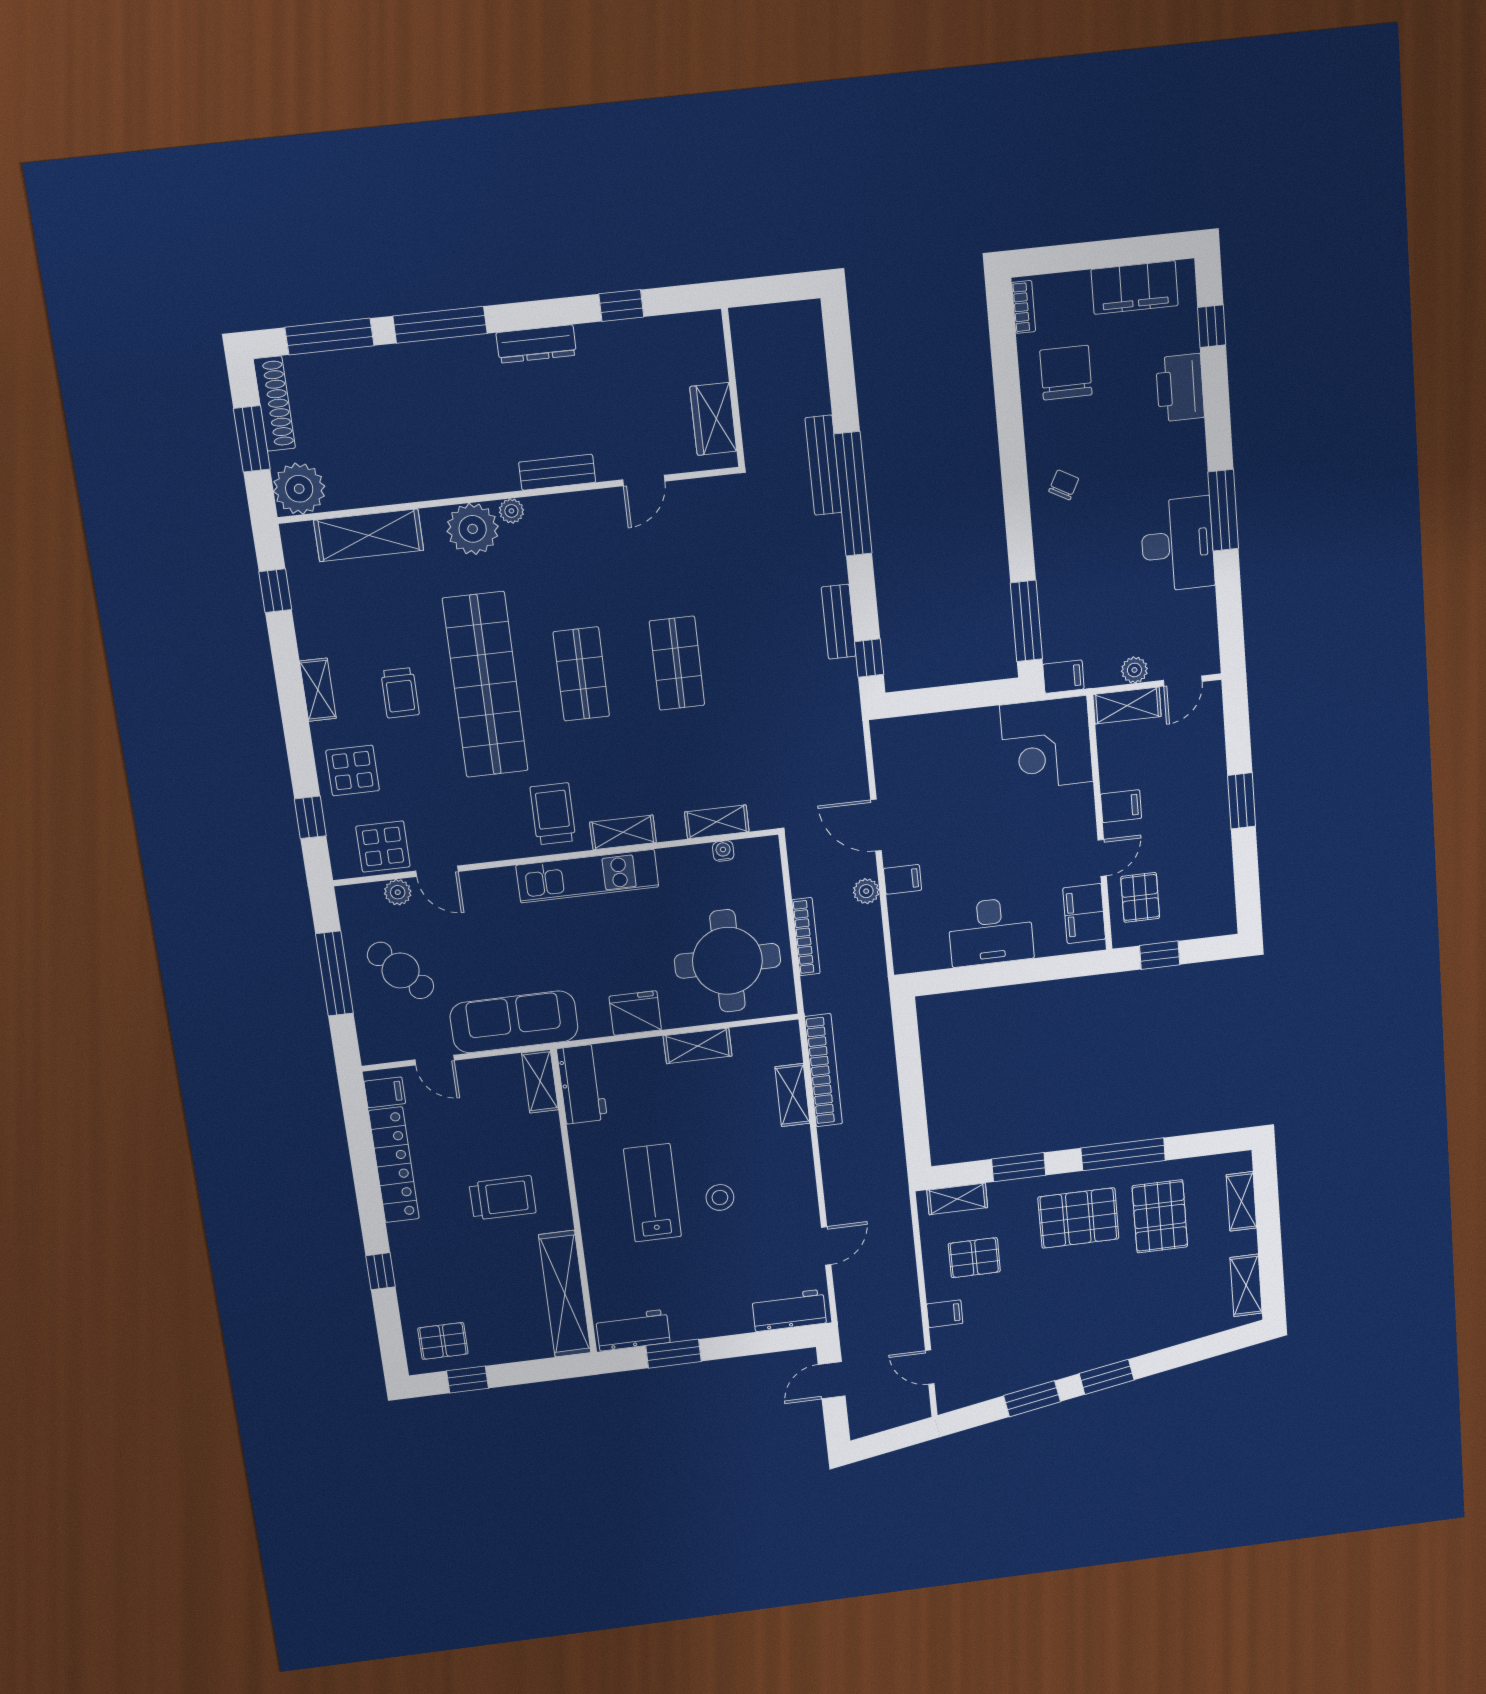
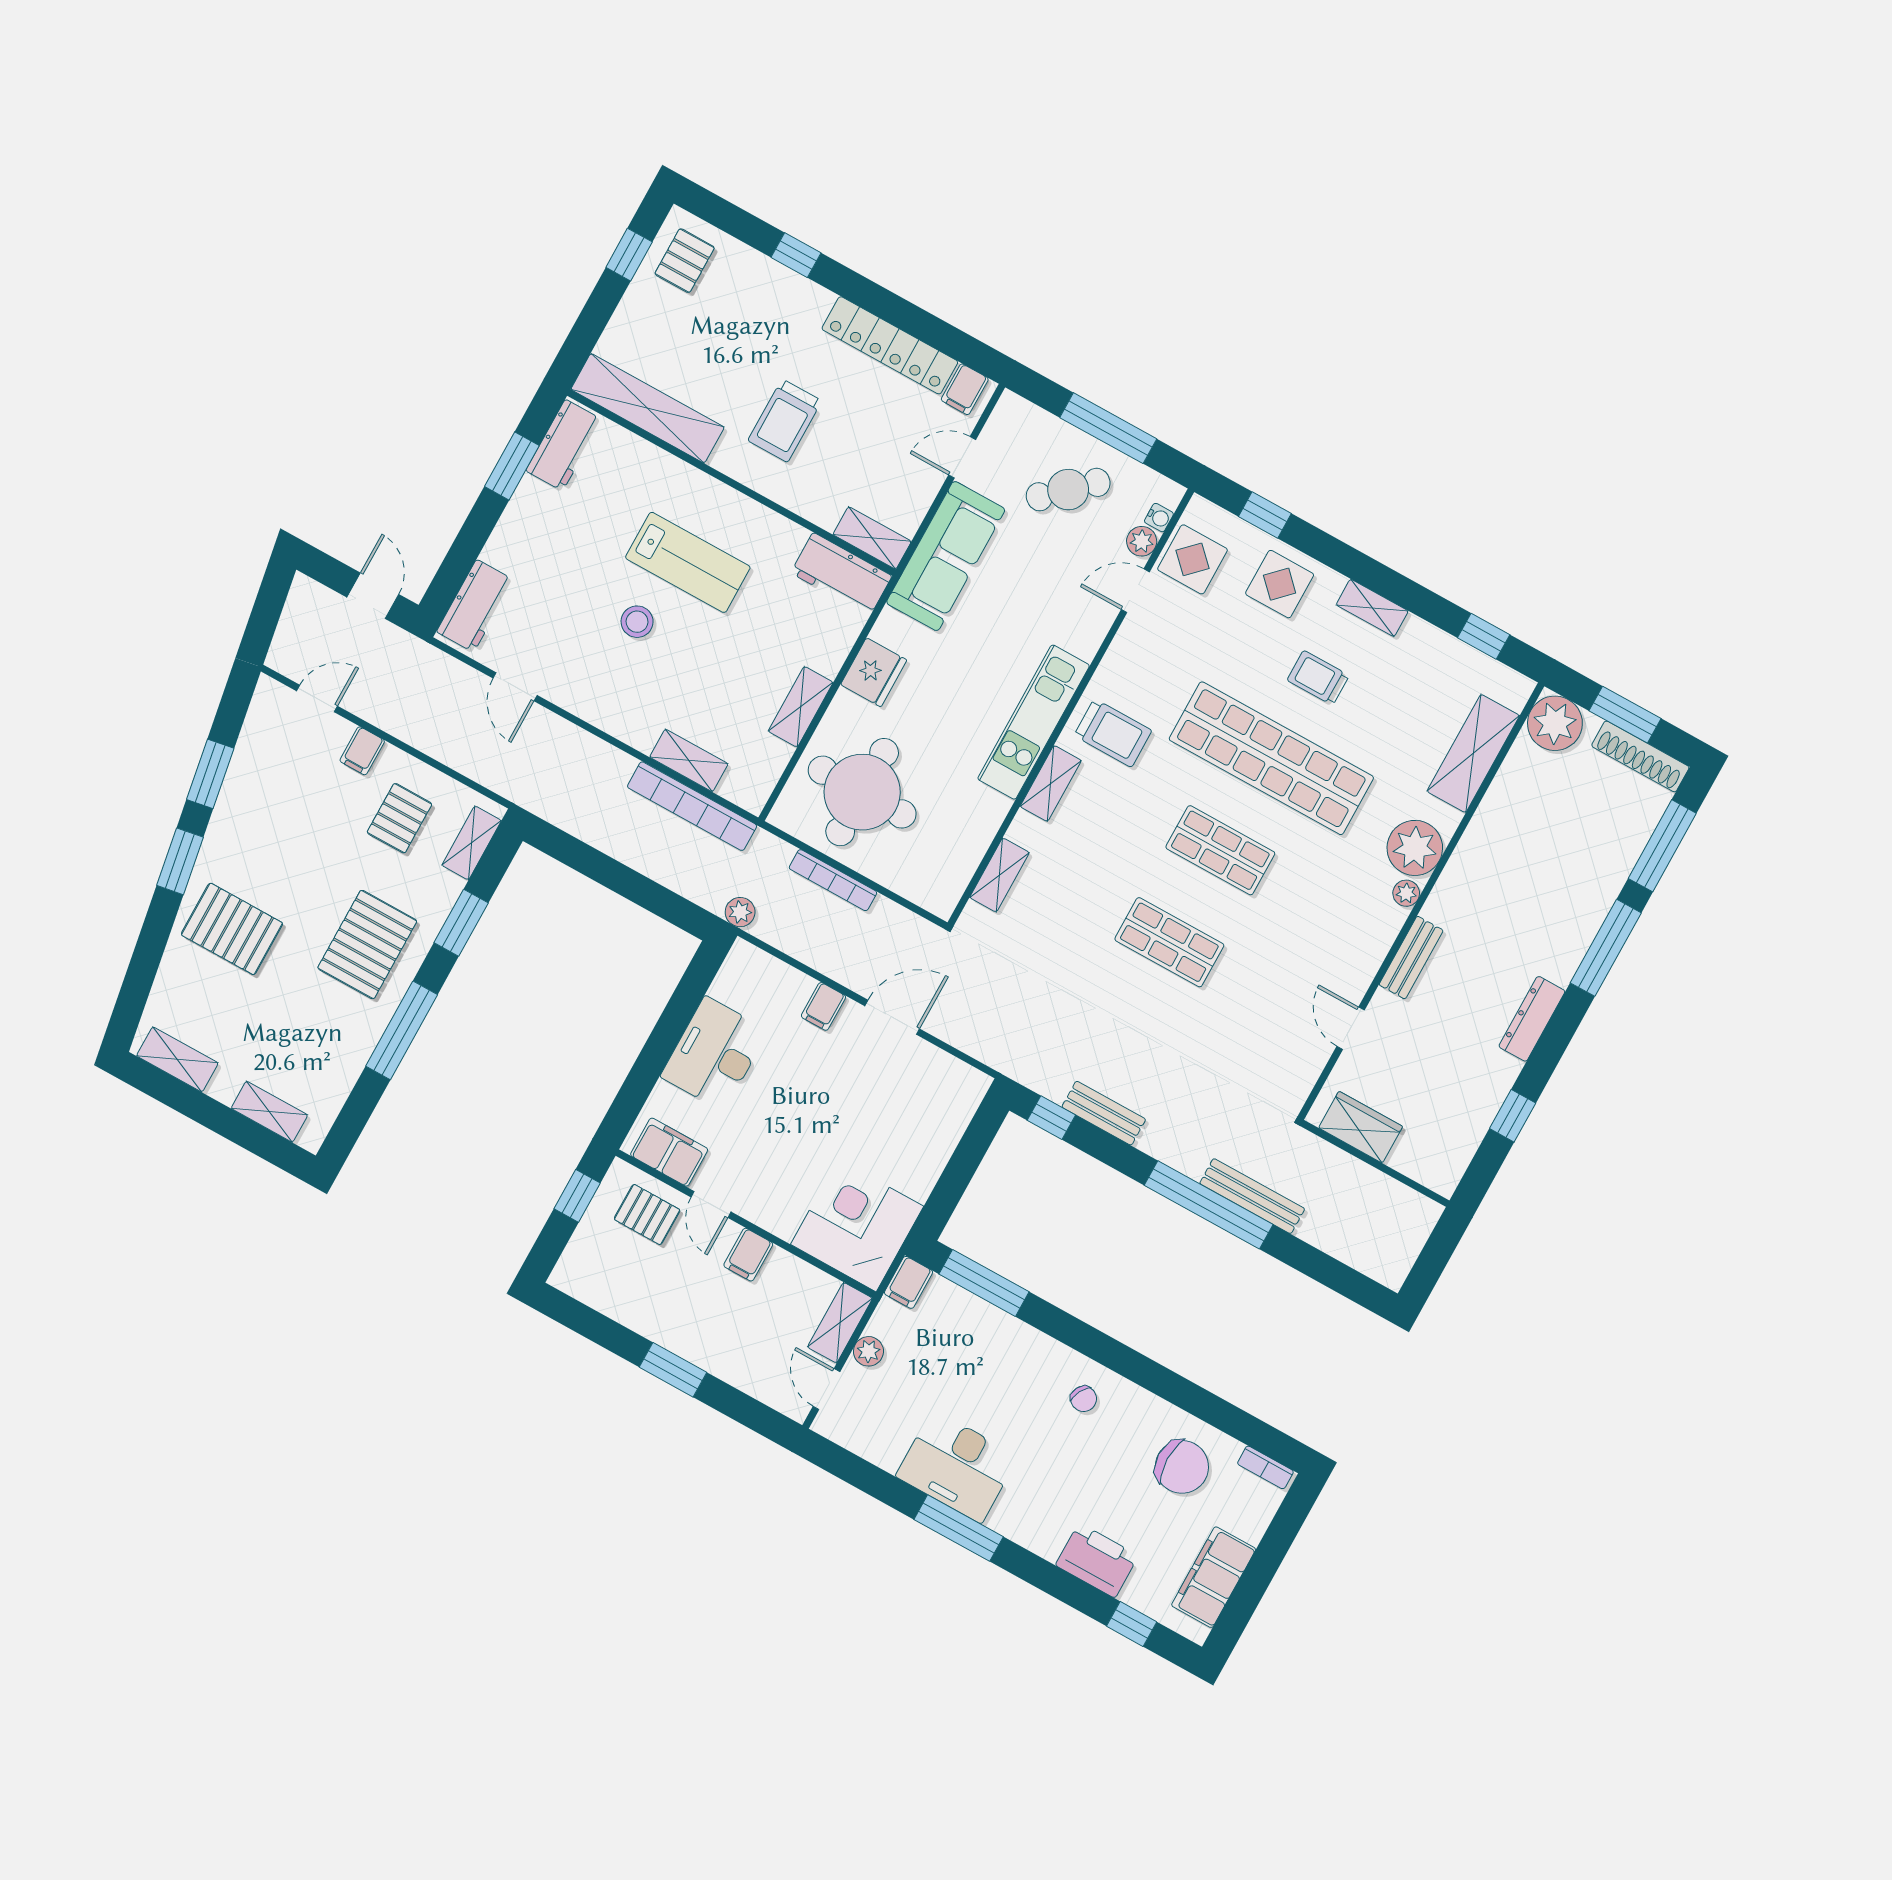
water cooler: (723, 851) -> (1159, 518), moved
plant: (866, 891) -> (740, 912), moved
pallet: (1160, 1216) -> (232, 929), moved

